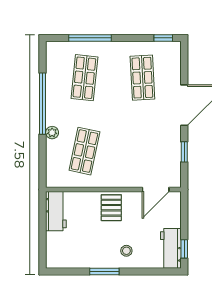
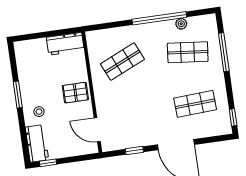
plant: (52, 133) -> (181, 24), moved
shop shelf: (84, 151) -> (122, 62), turned -36
workbench: (171, 248) -> (37, 143), moved, turned 90

